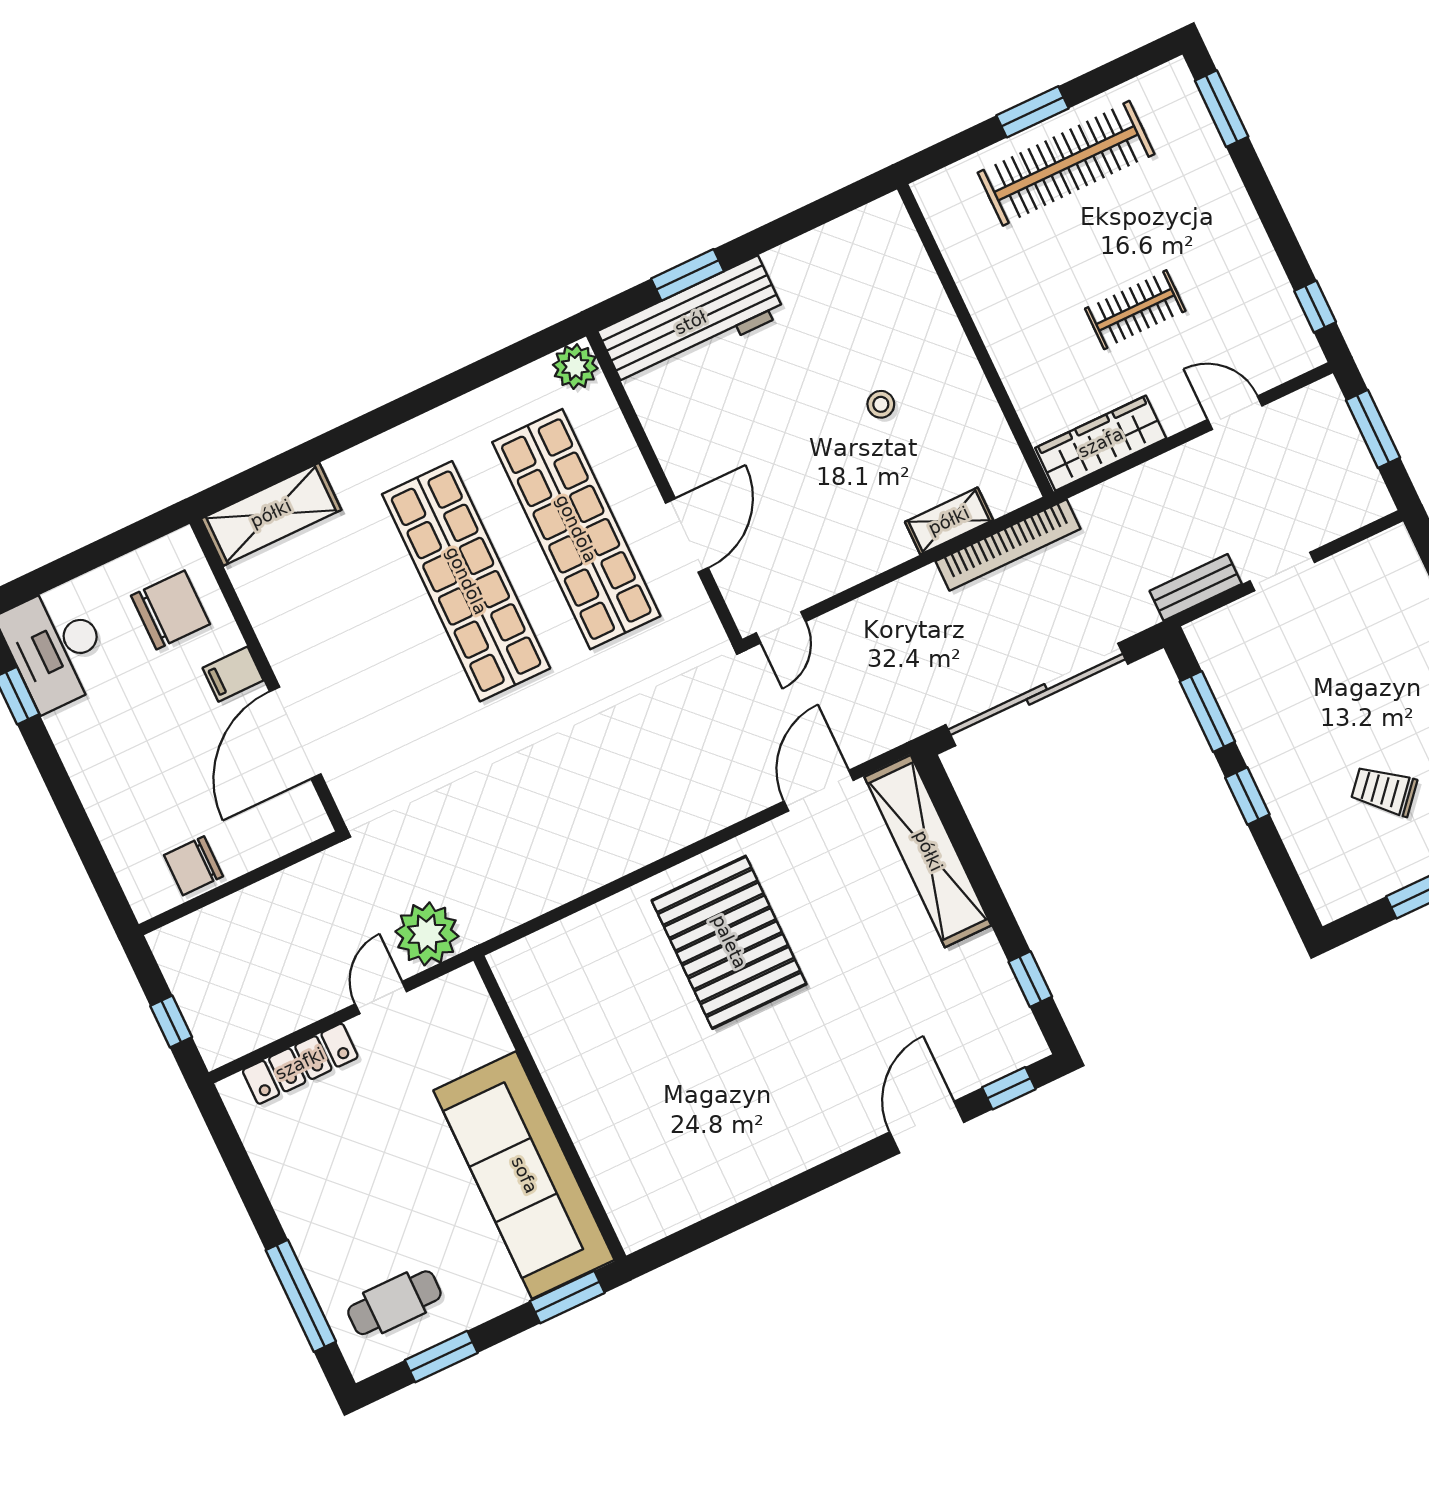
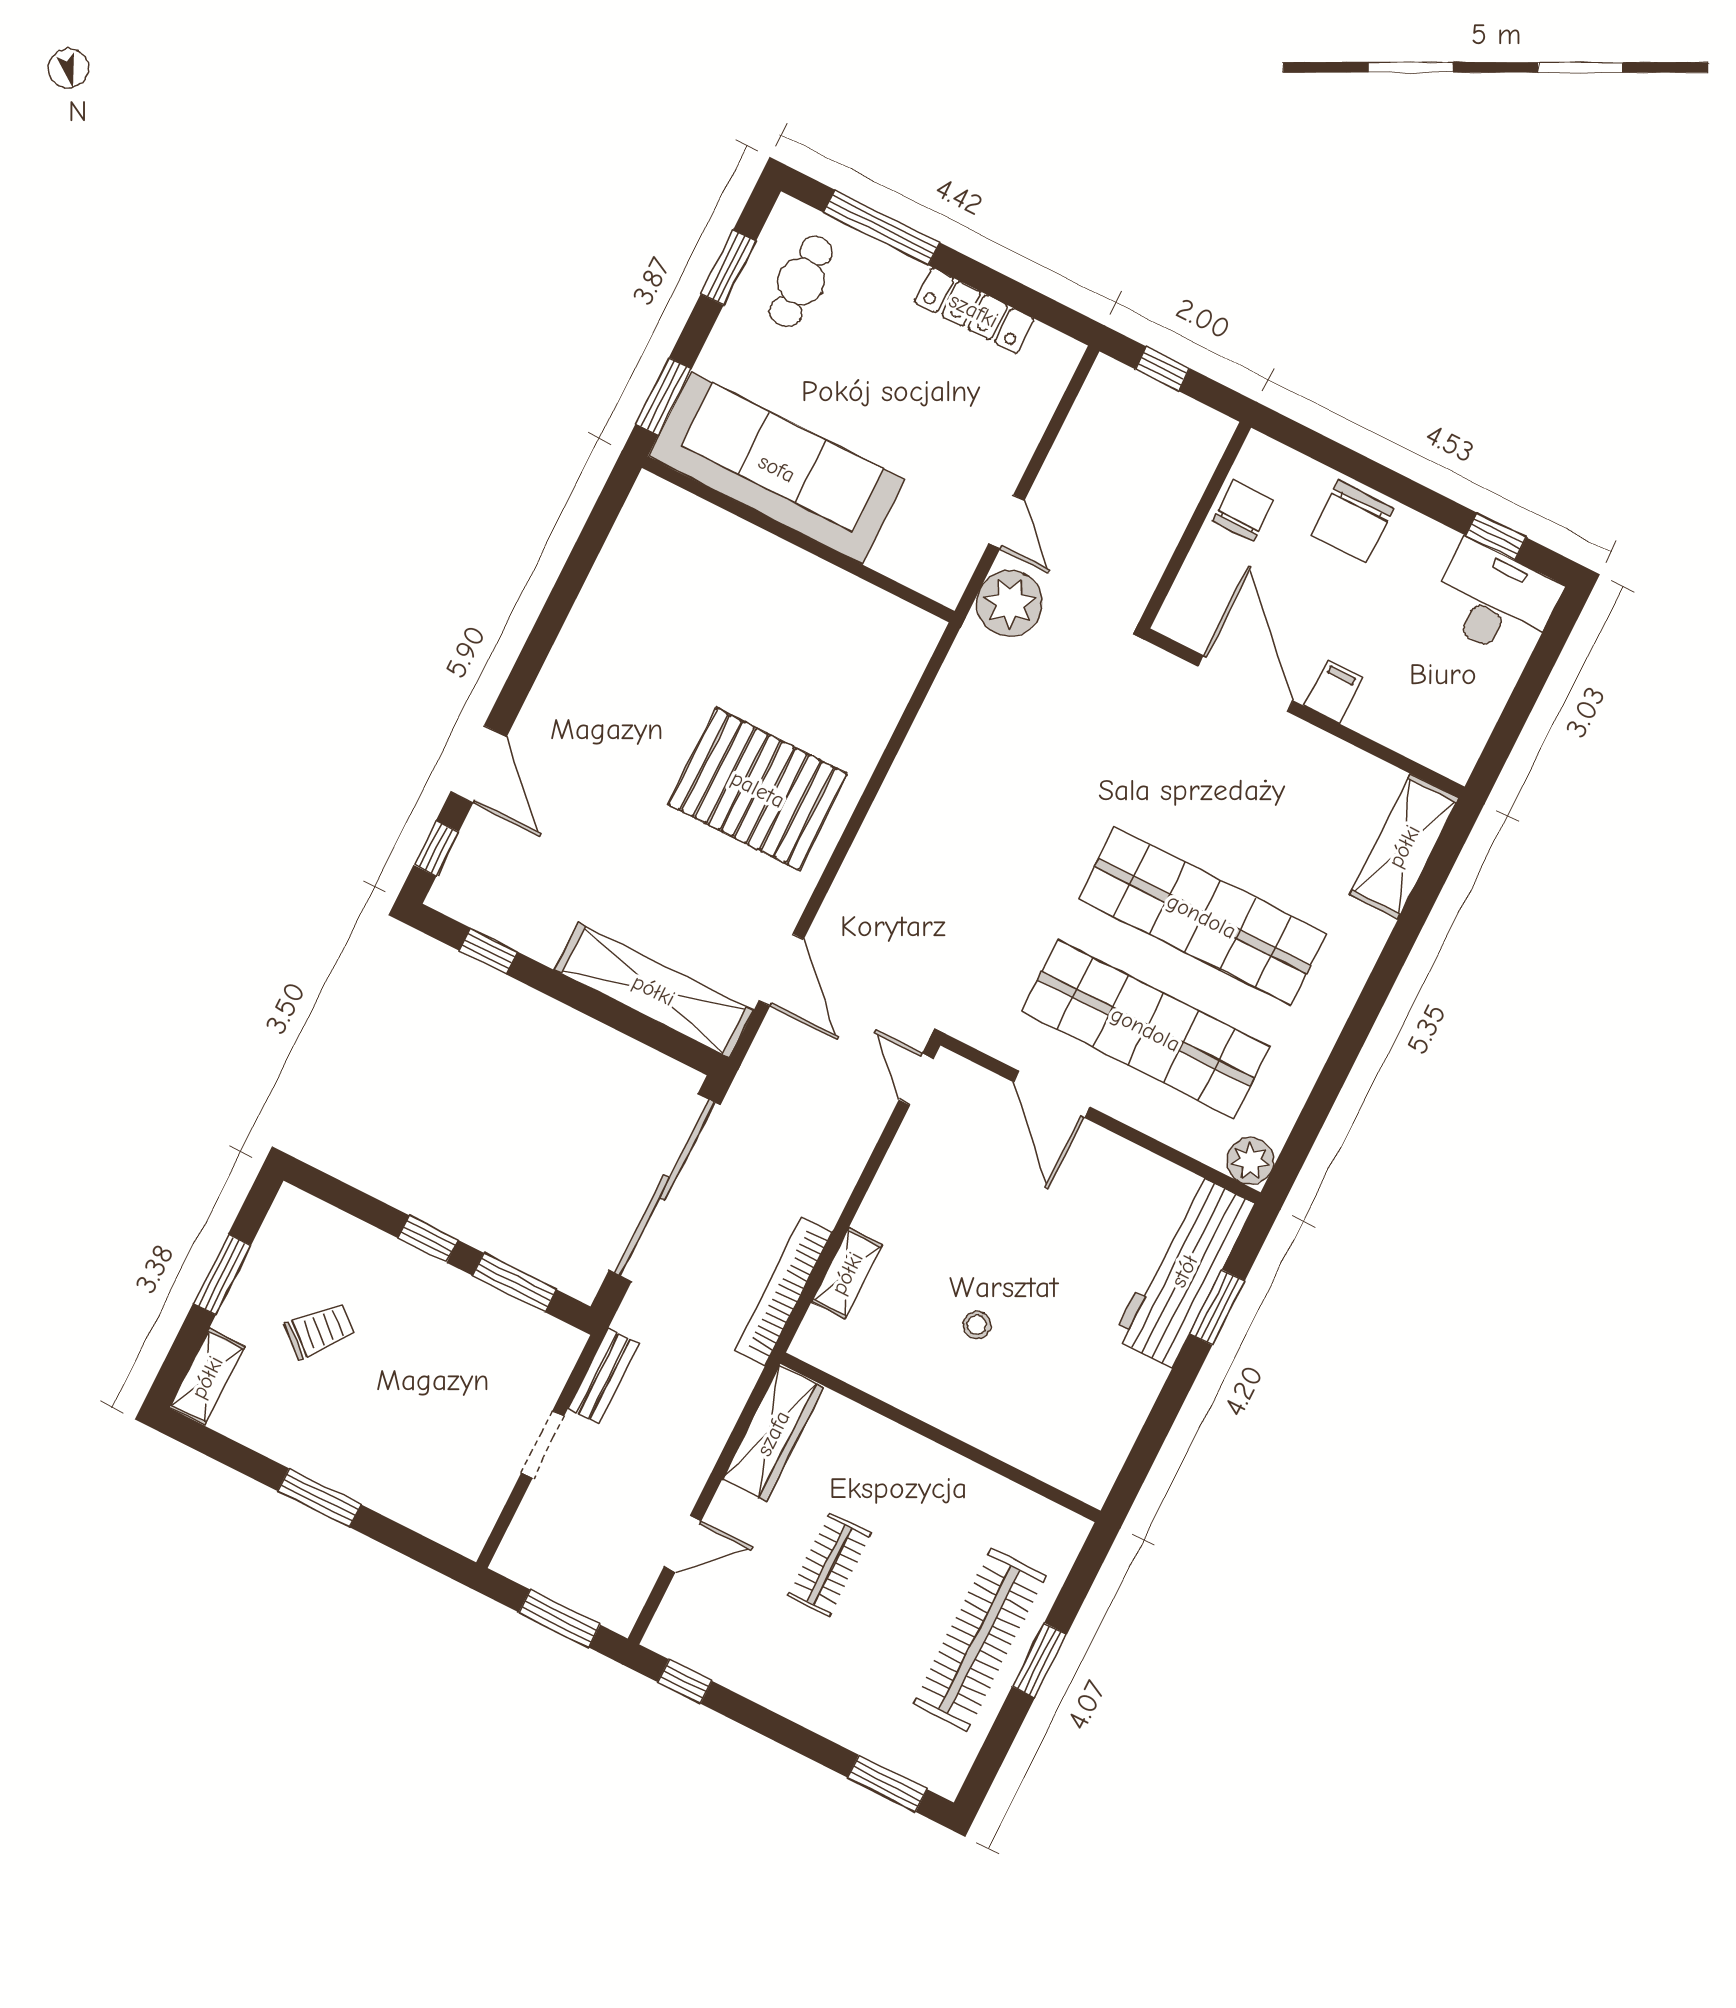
chair: (171, 610) -> (1352, 522), moved
locker: (300, 1064) -> (974, 310), moved, turned -90

